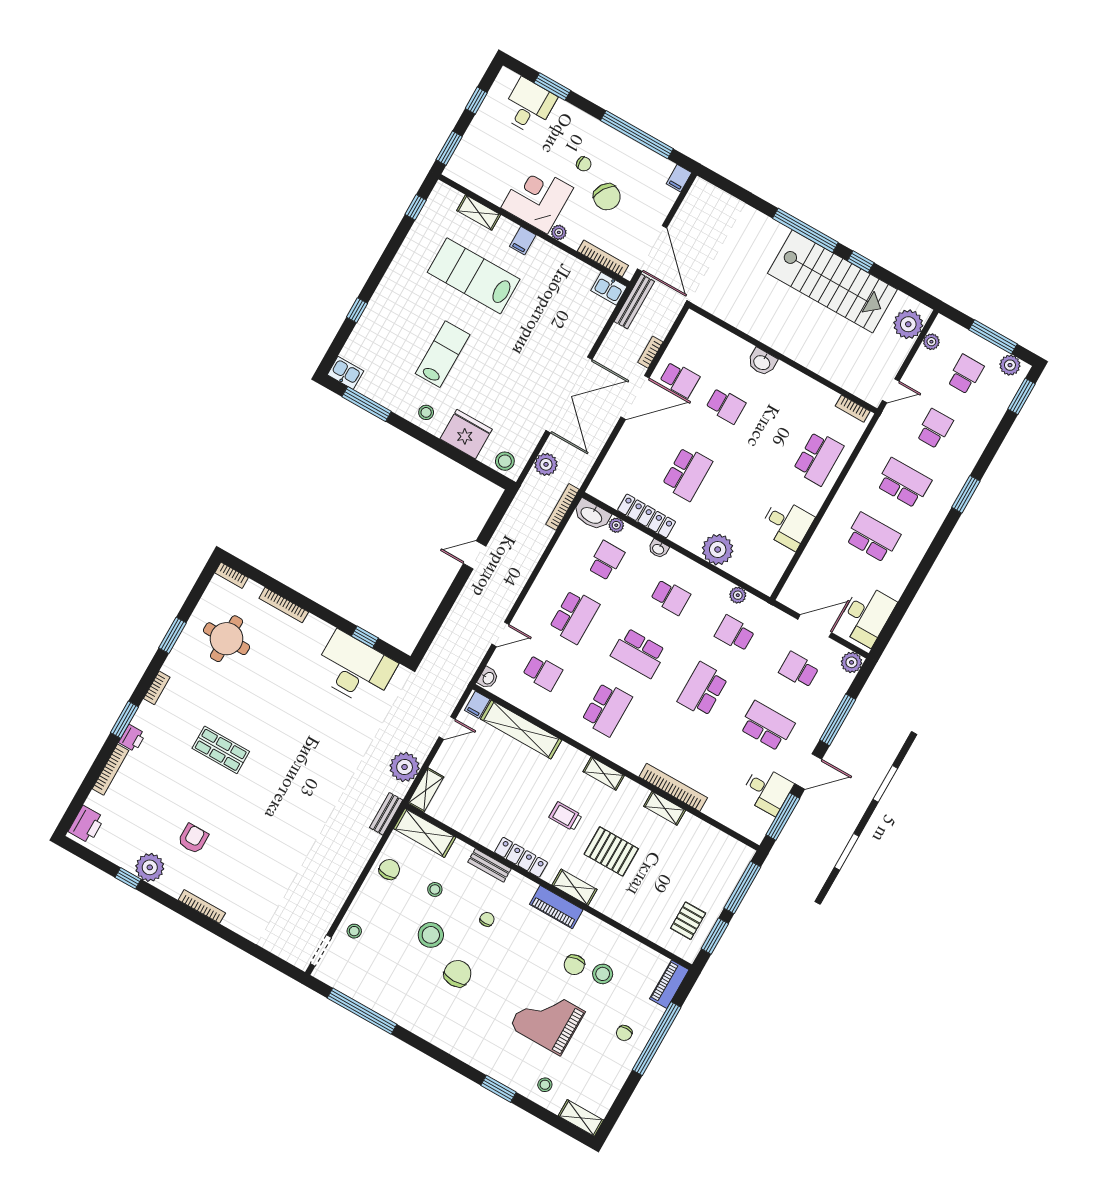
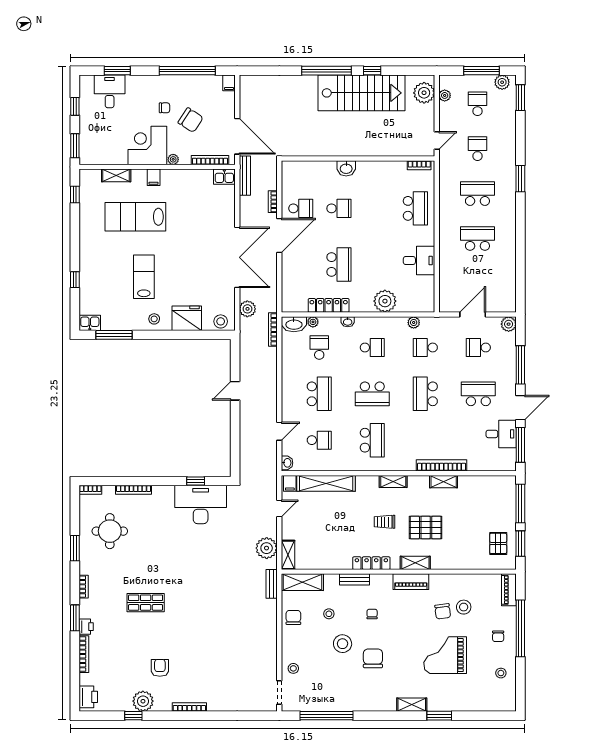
desk: (866, 615) -> (501, 289), removed
stool: (545, 1085) -> (501, 673), moved
shelving: (581, 1118) -> (412, 705), moved

